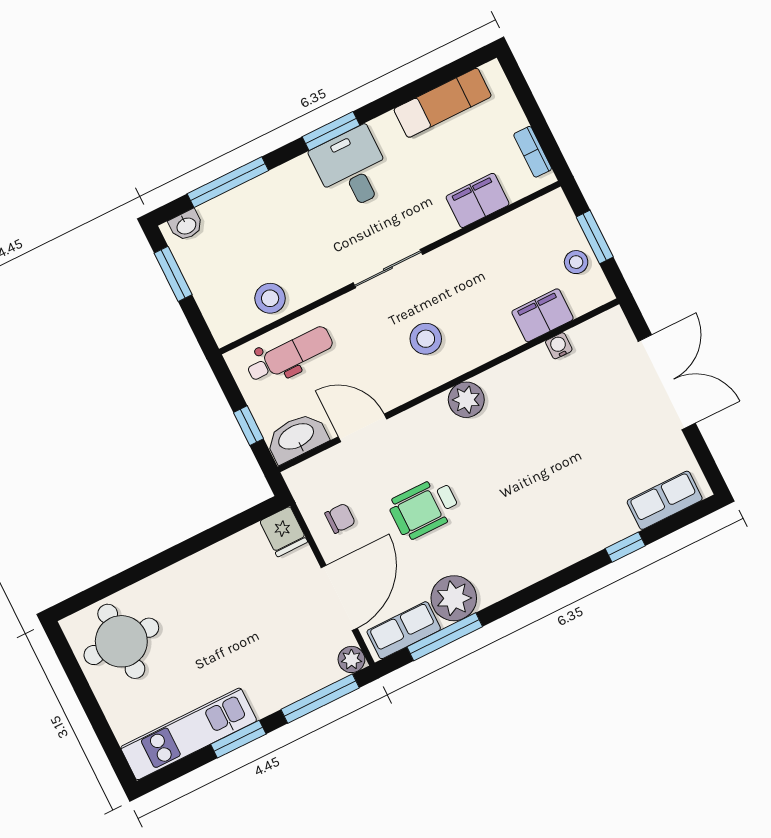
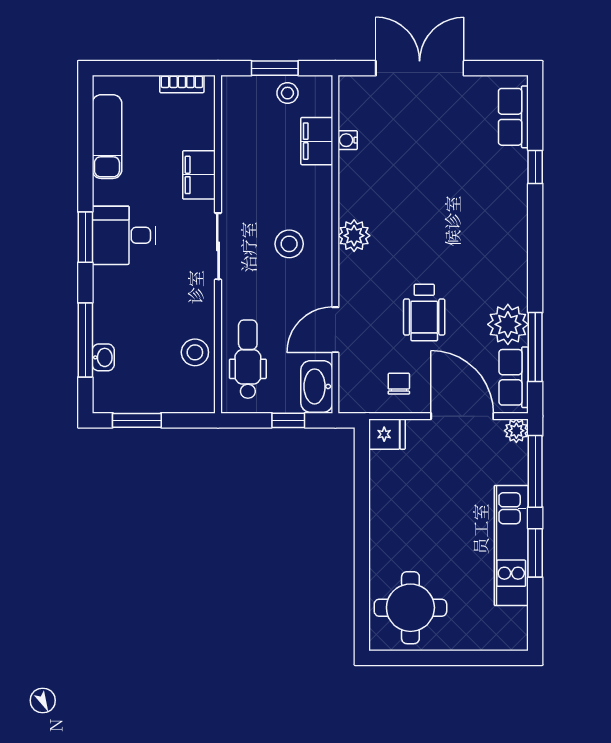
filing cabinet: (478, 200) -> (199, 175), moved
washbasin: (186, 225) -> (103, 357), moved
kitchen unit: (189, 734) -> (511, 545), moved

